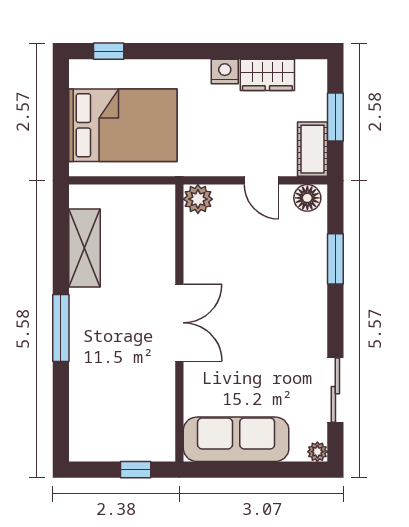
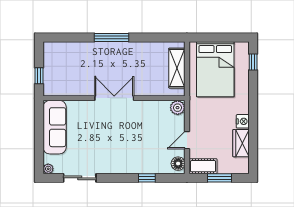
shelving: (85, 248) -> (177, 68), moved, turned 90
window: (335, 259) -> (147, 178), width x0.67
double door: (179, 323) -> (114, 98), swing flipped

